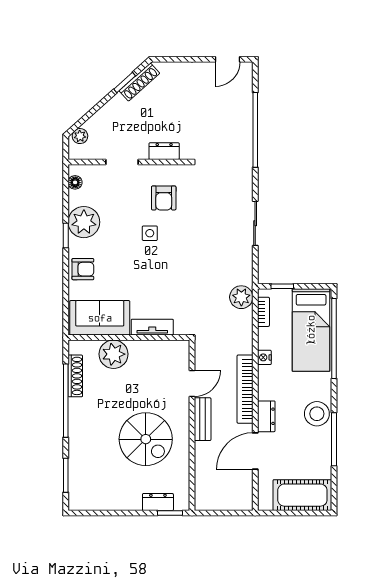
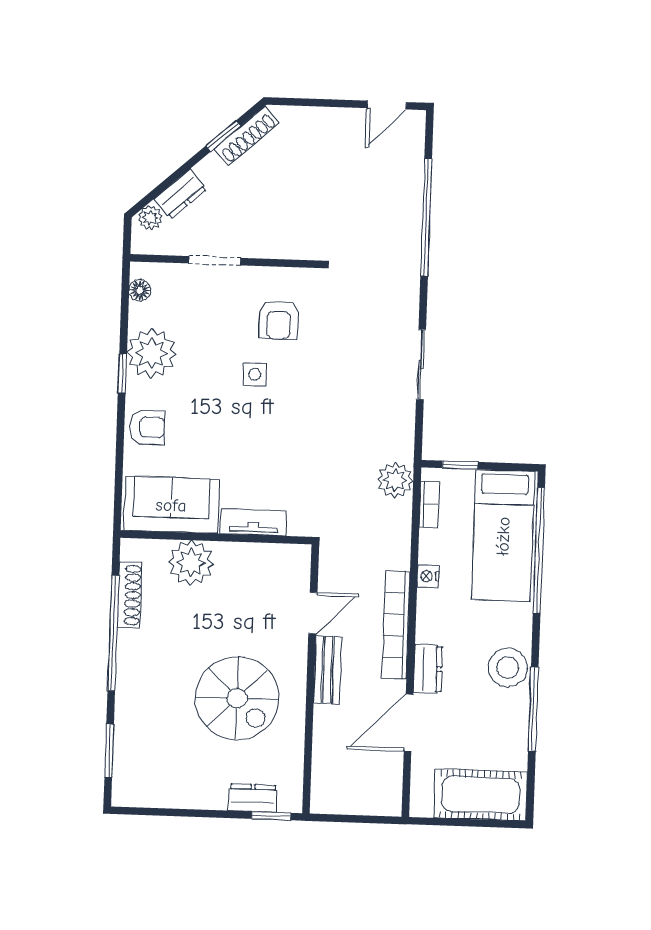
dresser: (164, 151) -> (180, 194), moved, turned 138

